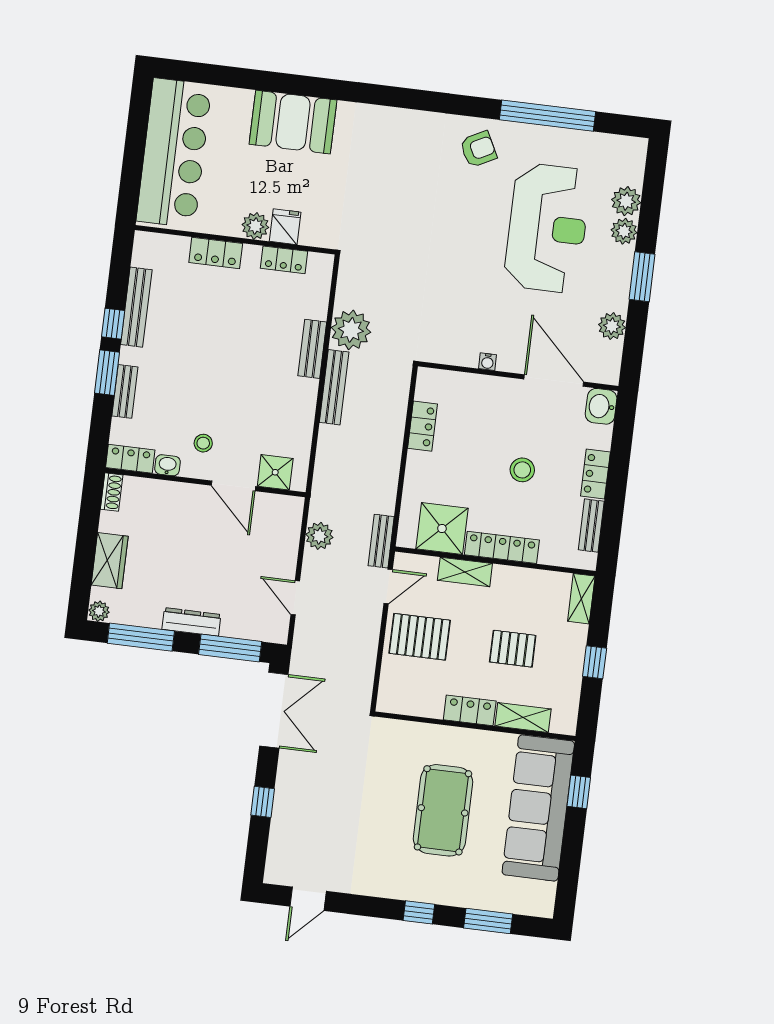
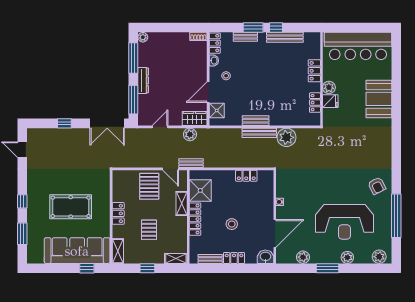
plant: (626, 201) -> (379, 257), moved
bench: (312, 349) -> (256, 121), moved
wardrobe: (110, 561) -> (195, 119), moved, turned 180
shelving: (523, 718) -> (118, 251), moved

